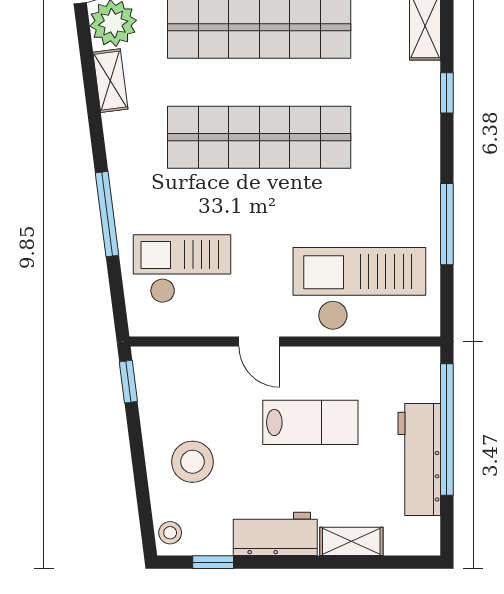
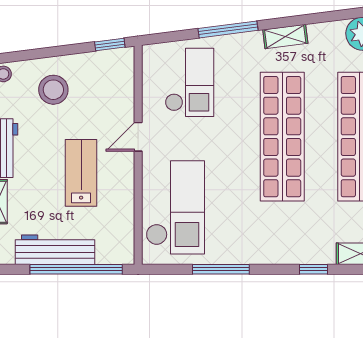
shelving: (110, 81) -> (285, 37), moved
lab bench: (310, 422) -> (81, 173), turned 180

